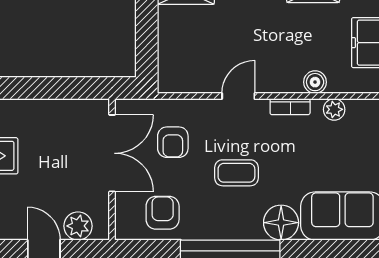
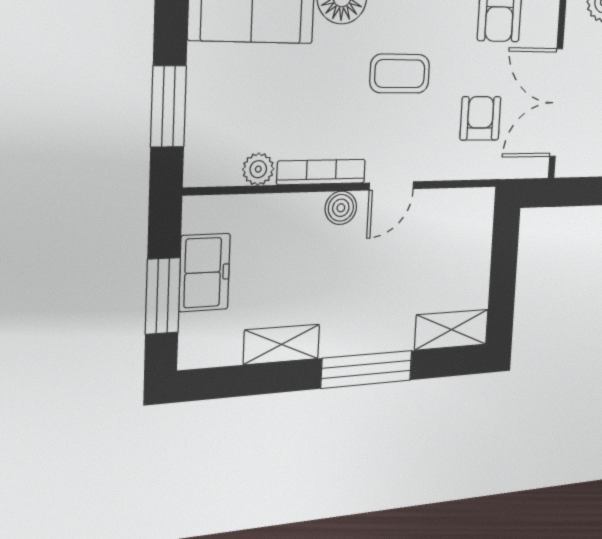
boiler: (315, 82) -> (341, 208), moved
bookcase: (290, 107) -> (321, 172), width x1.56

